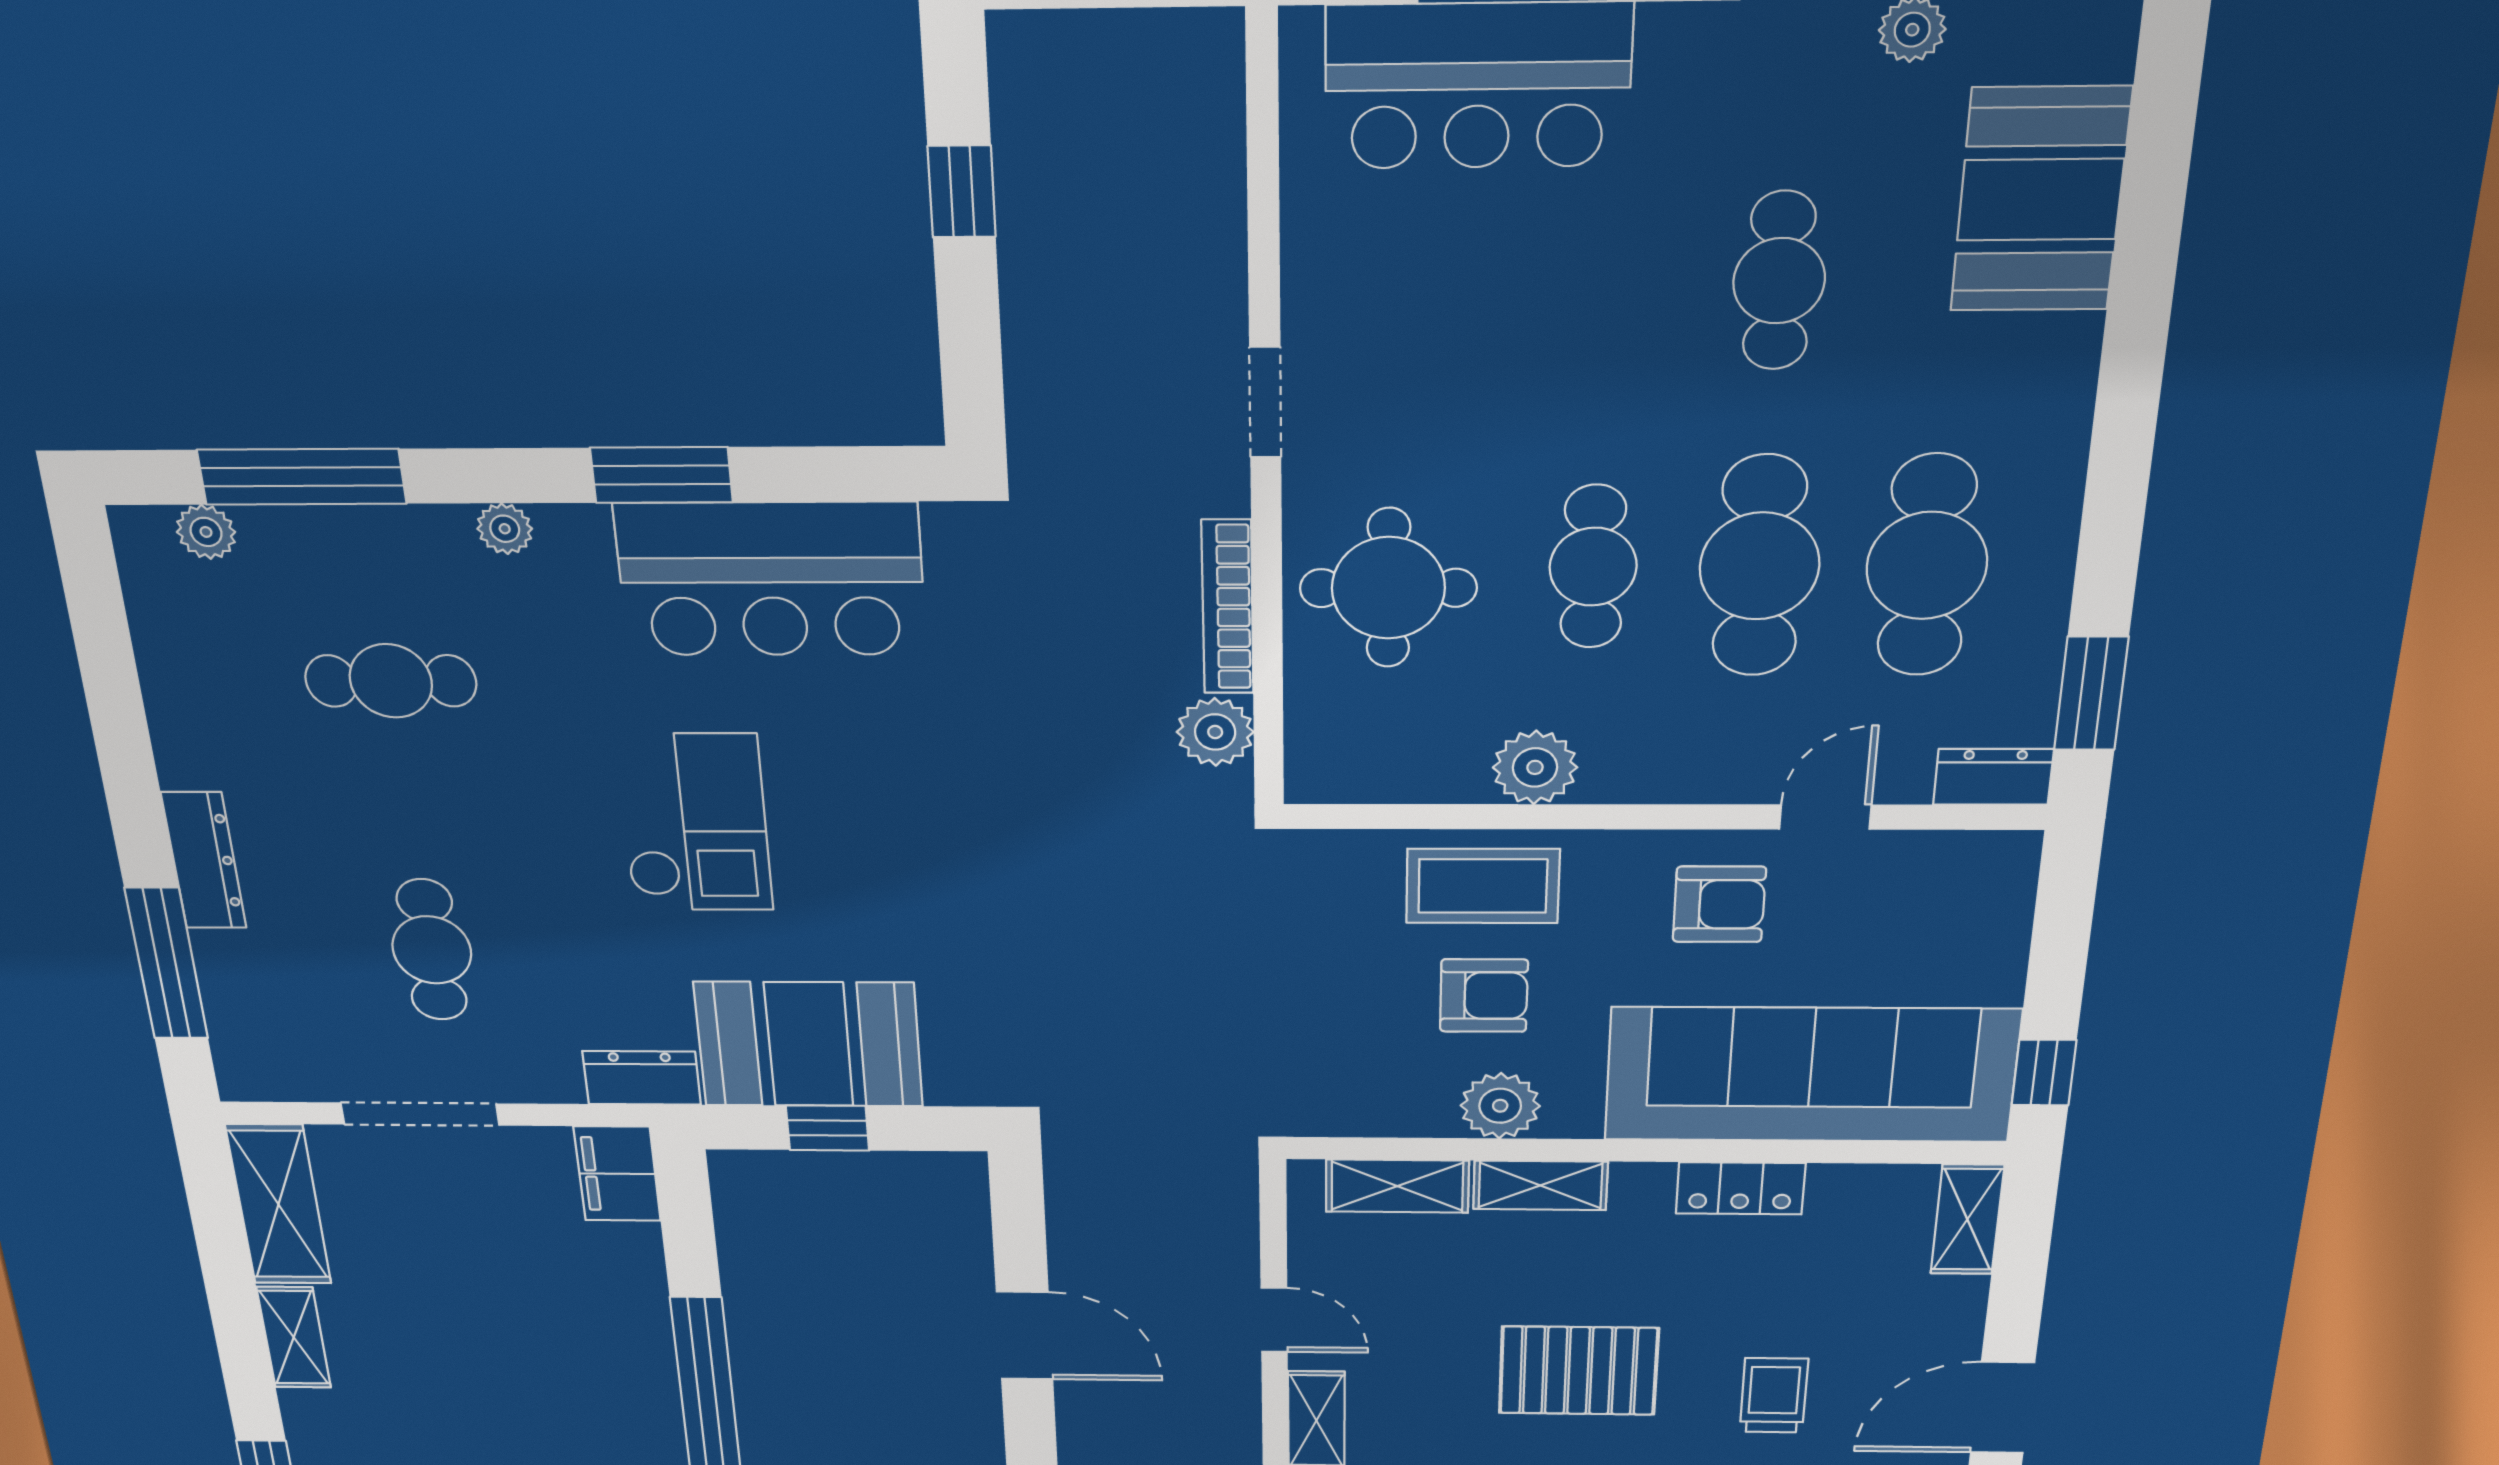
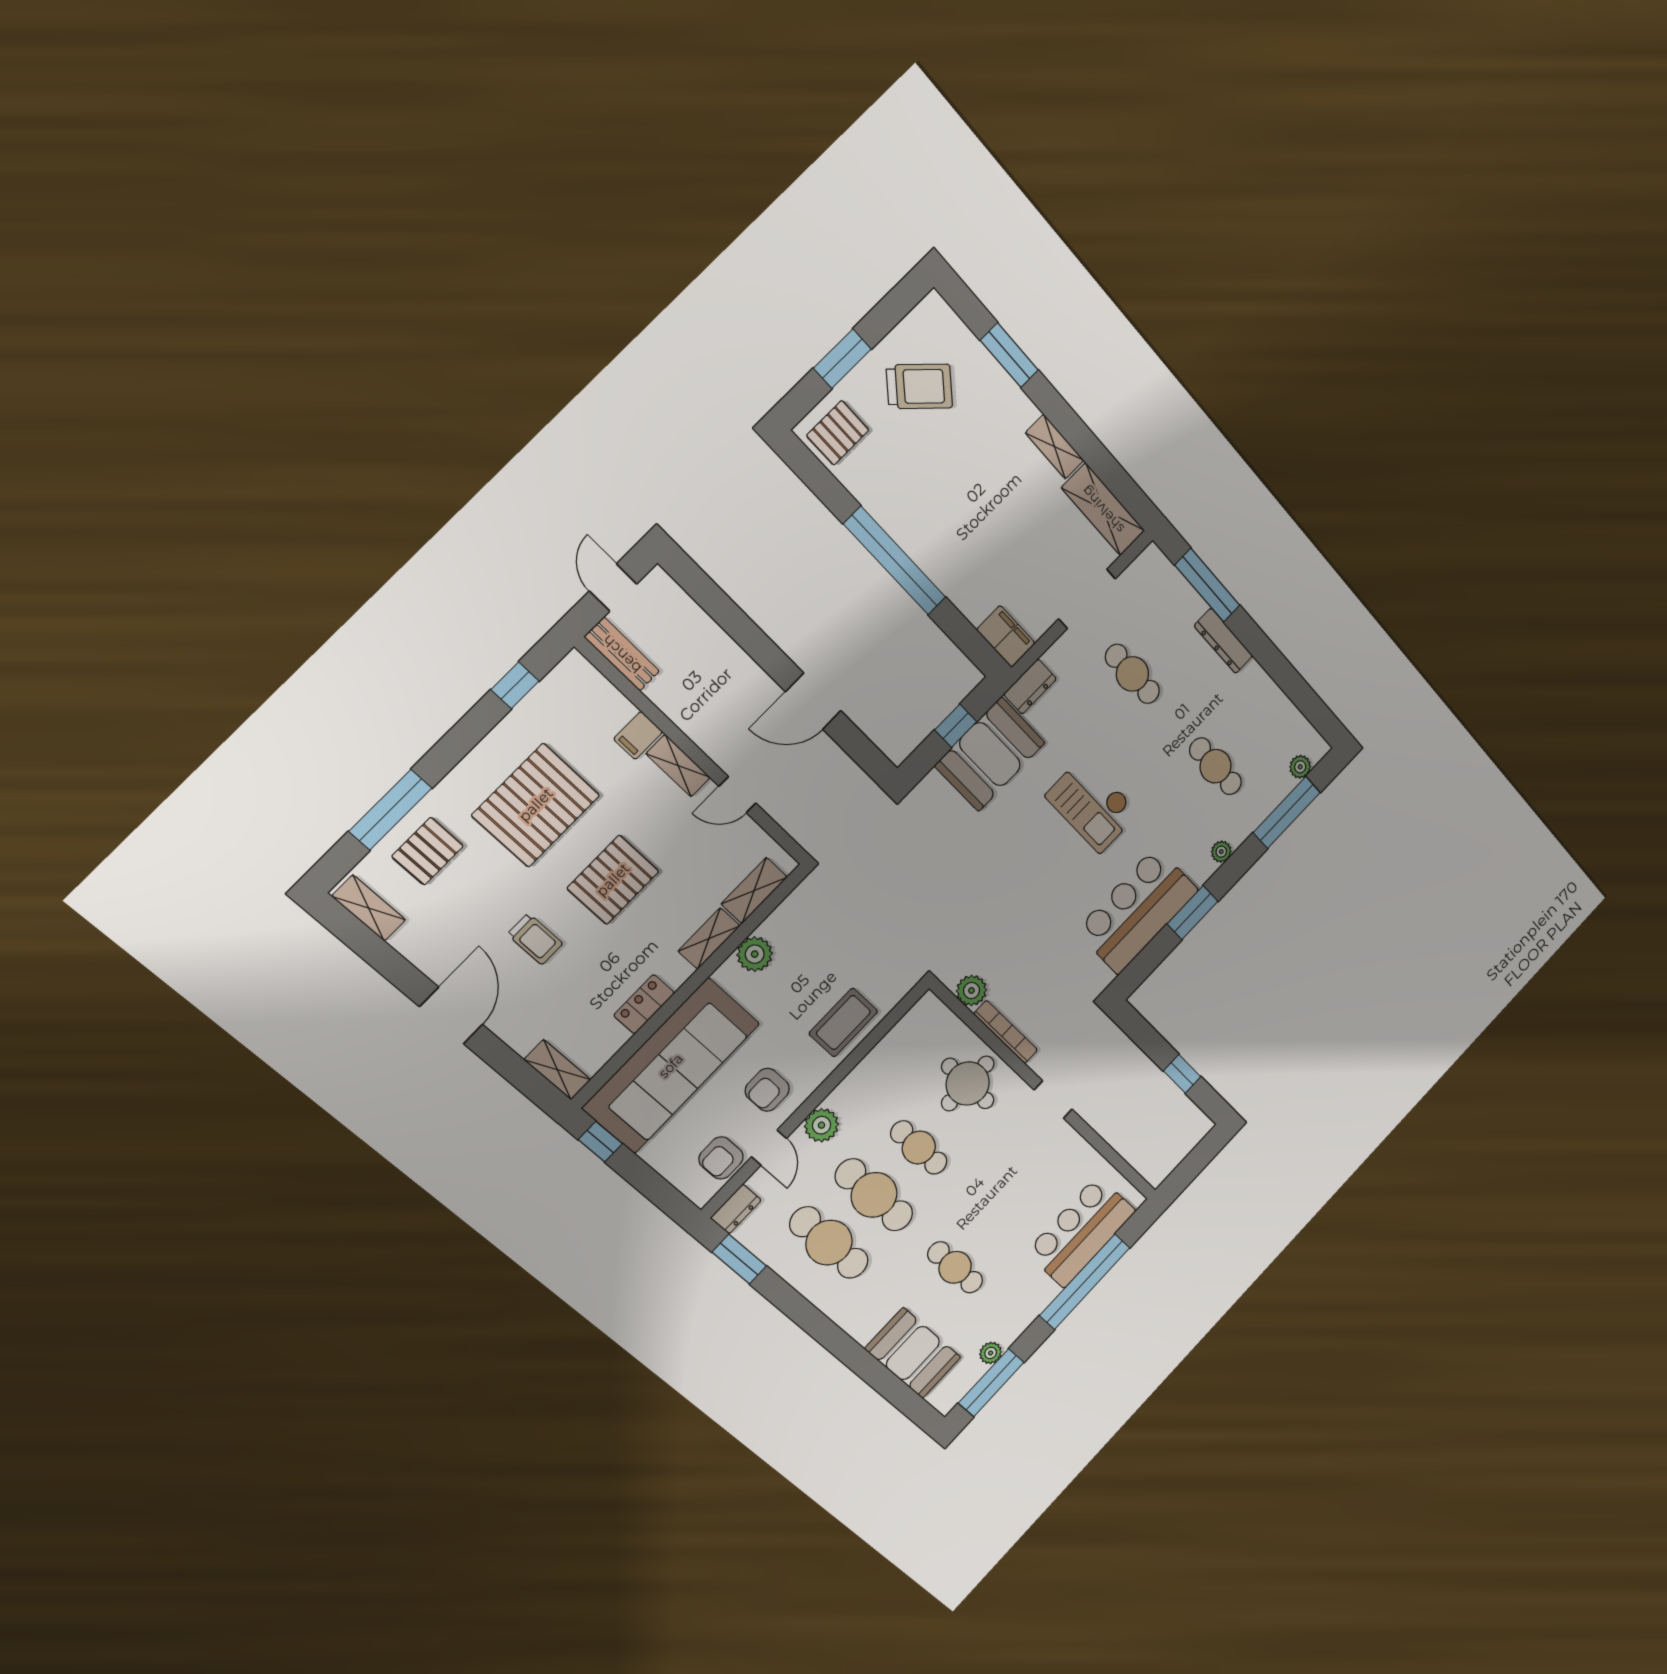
cafe table: (391, 681) -> (1216, 766), turned 90
plant: (1535, 767) -> (821, 1125), moved
armchair: (1484, 996) -> (721, 1158), moved

